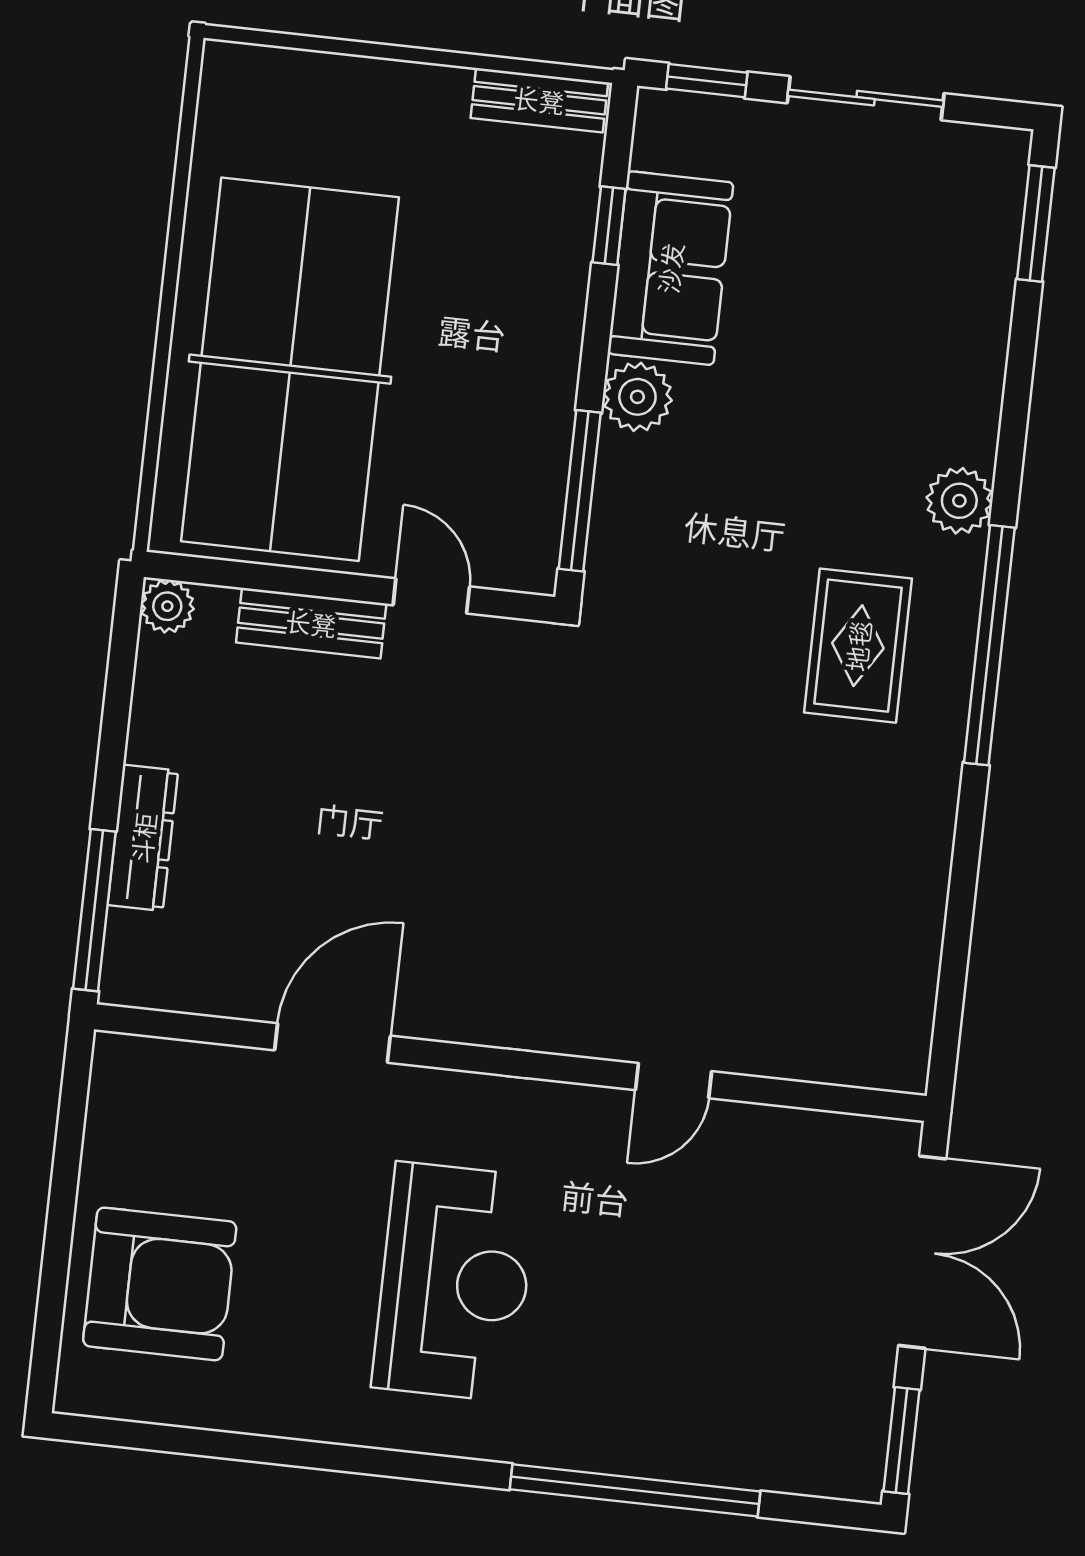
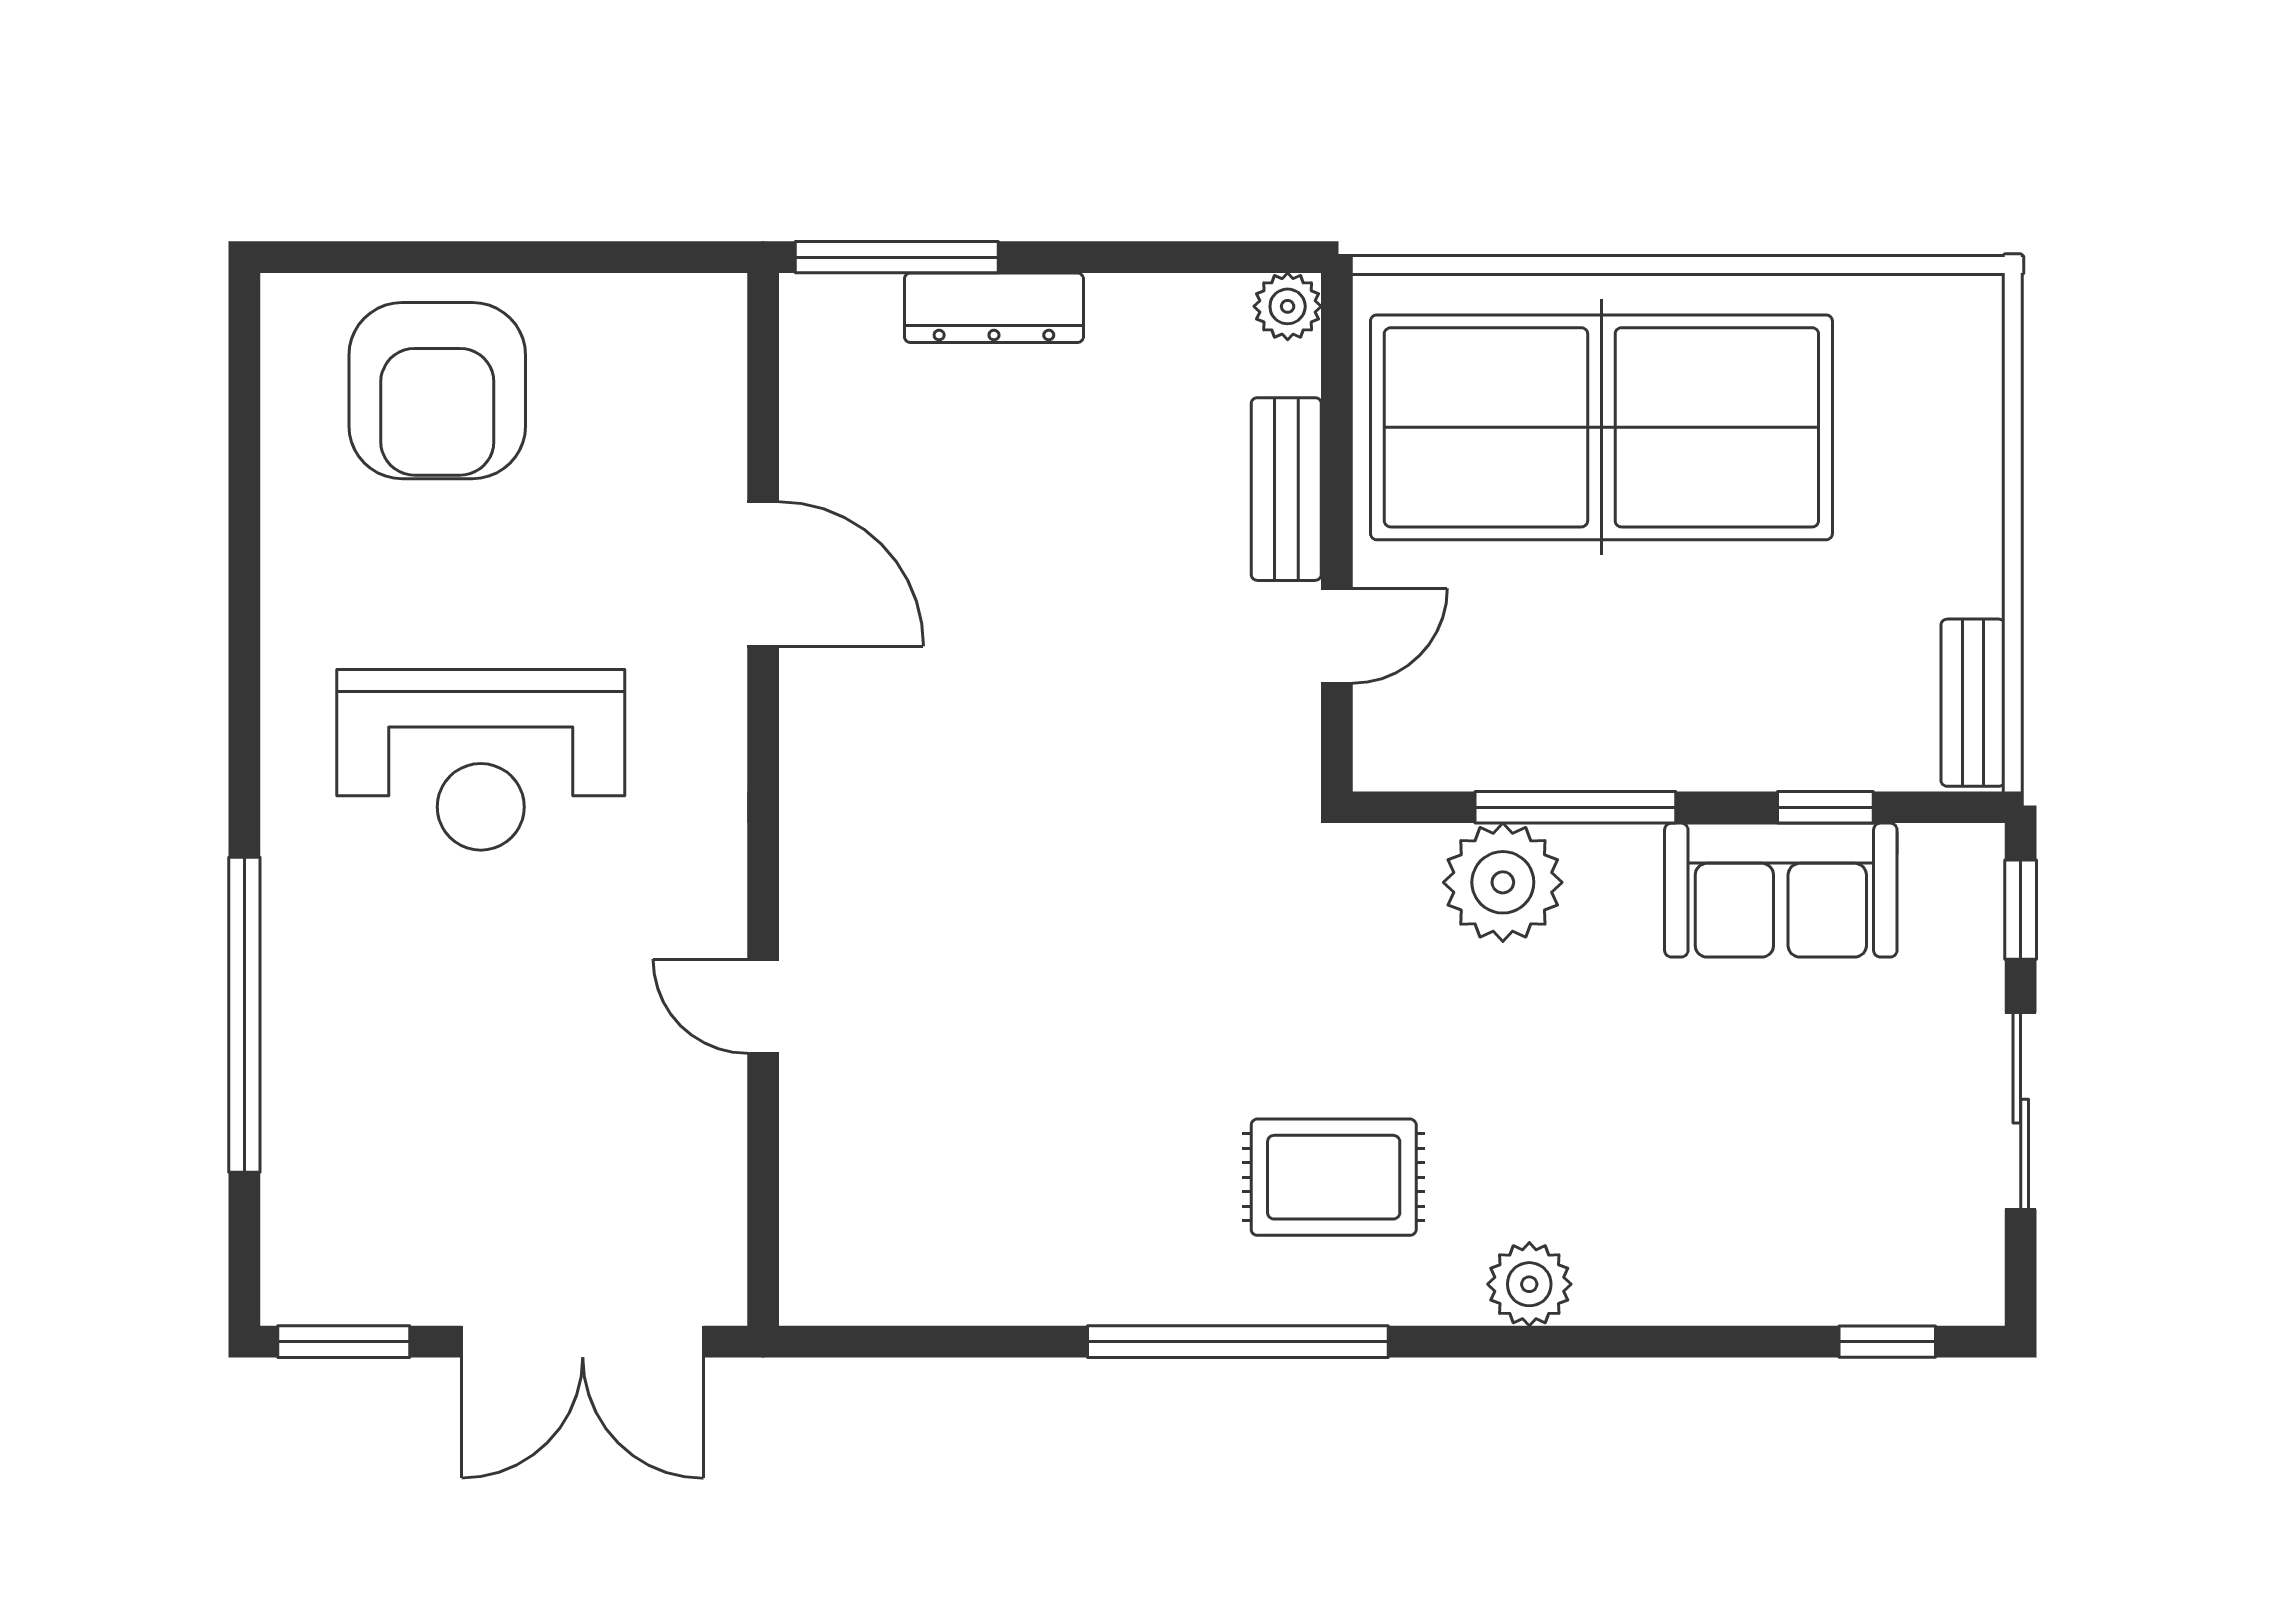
window: (1036, 223) -> (1887, 1342), width x0.67
plant: (637, 397) -> (1503, 882), moved, width x1.36, depth x1.36
window: (580, 491) -> (1575, 807), moved
window: (989, 645) -> (1238, 1342), moved

